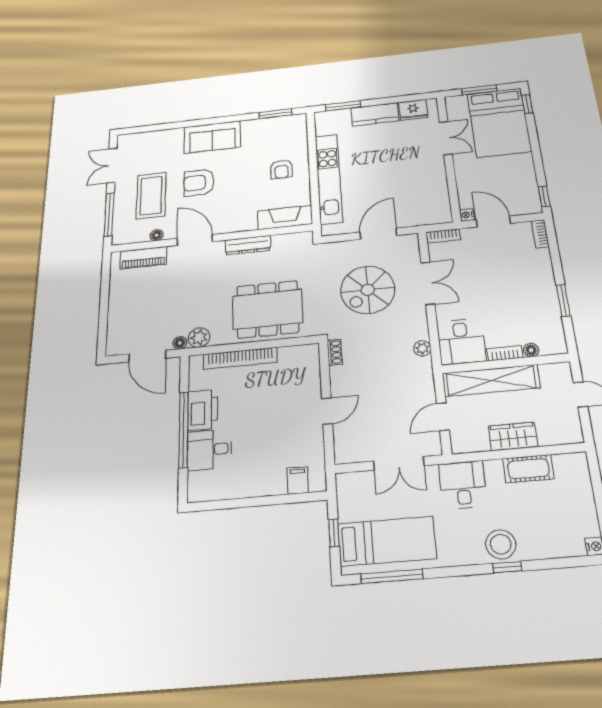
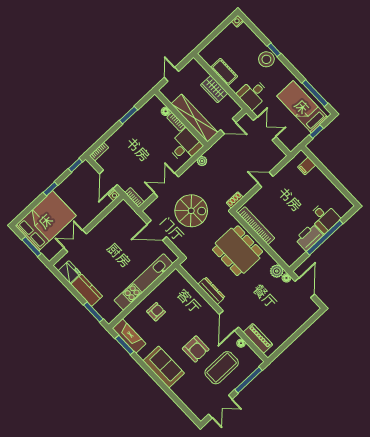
window: (527, 104) -> (50, 189), moved
fireplace: (285, 217) -> (129, 336), moved, turned 180
bookcase: (240, 358) -> (256, 226), moved

